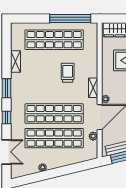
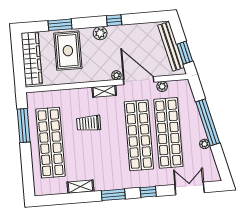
window: (70, 19) -> (24, 126), width x0.68
window: (60, 172) -> (208, 122), added

